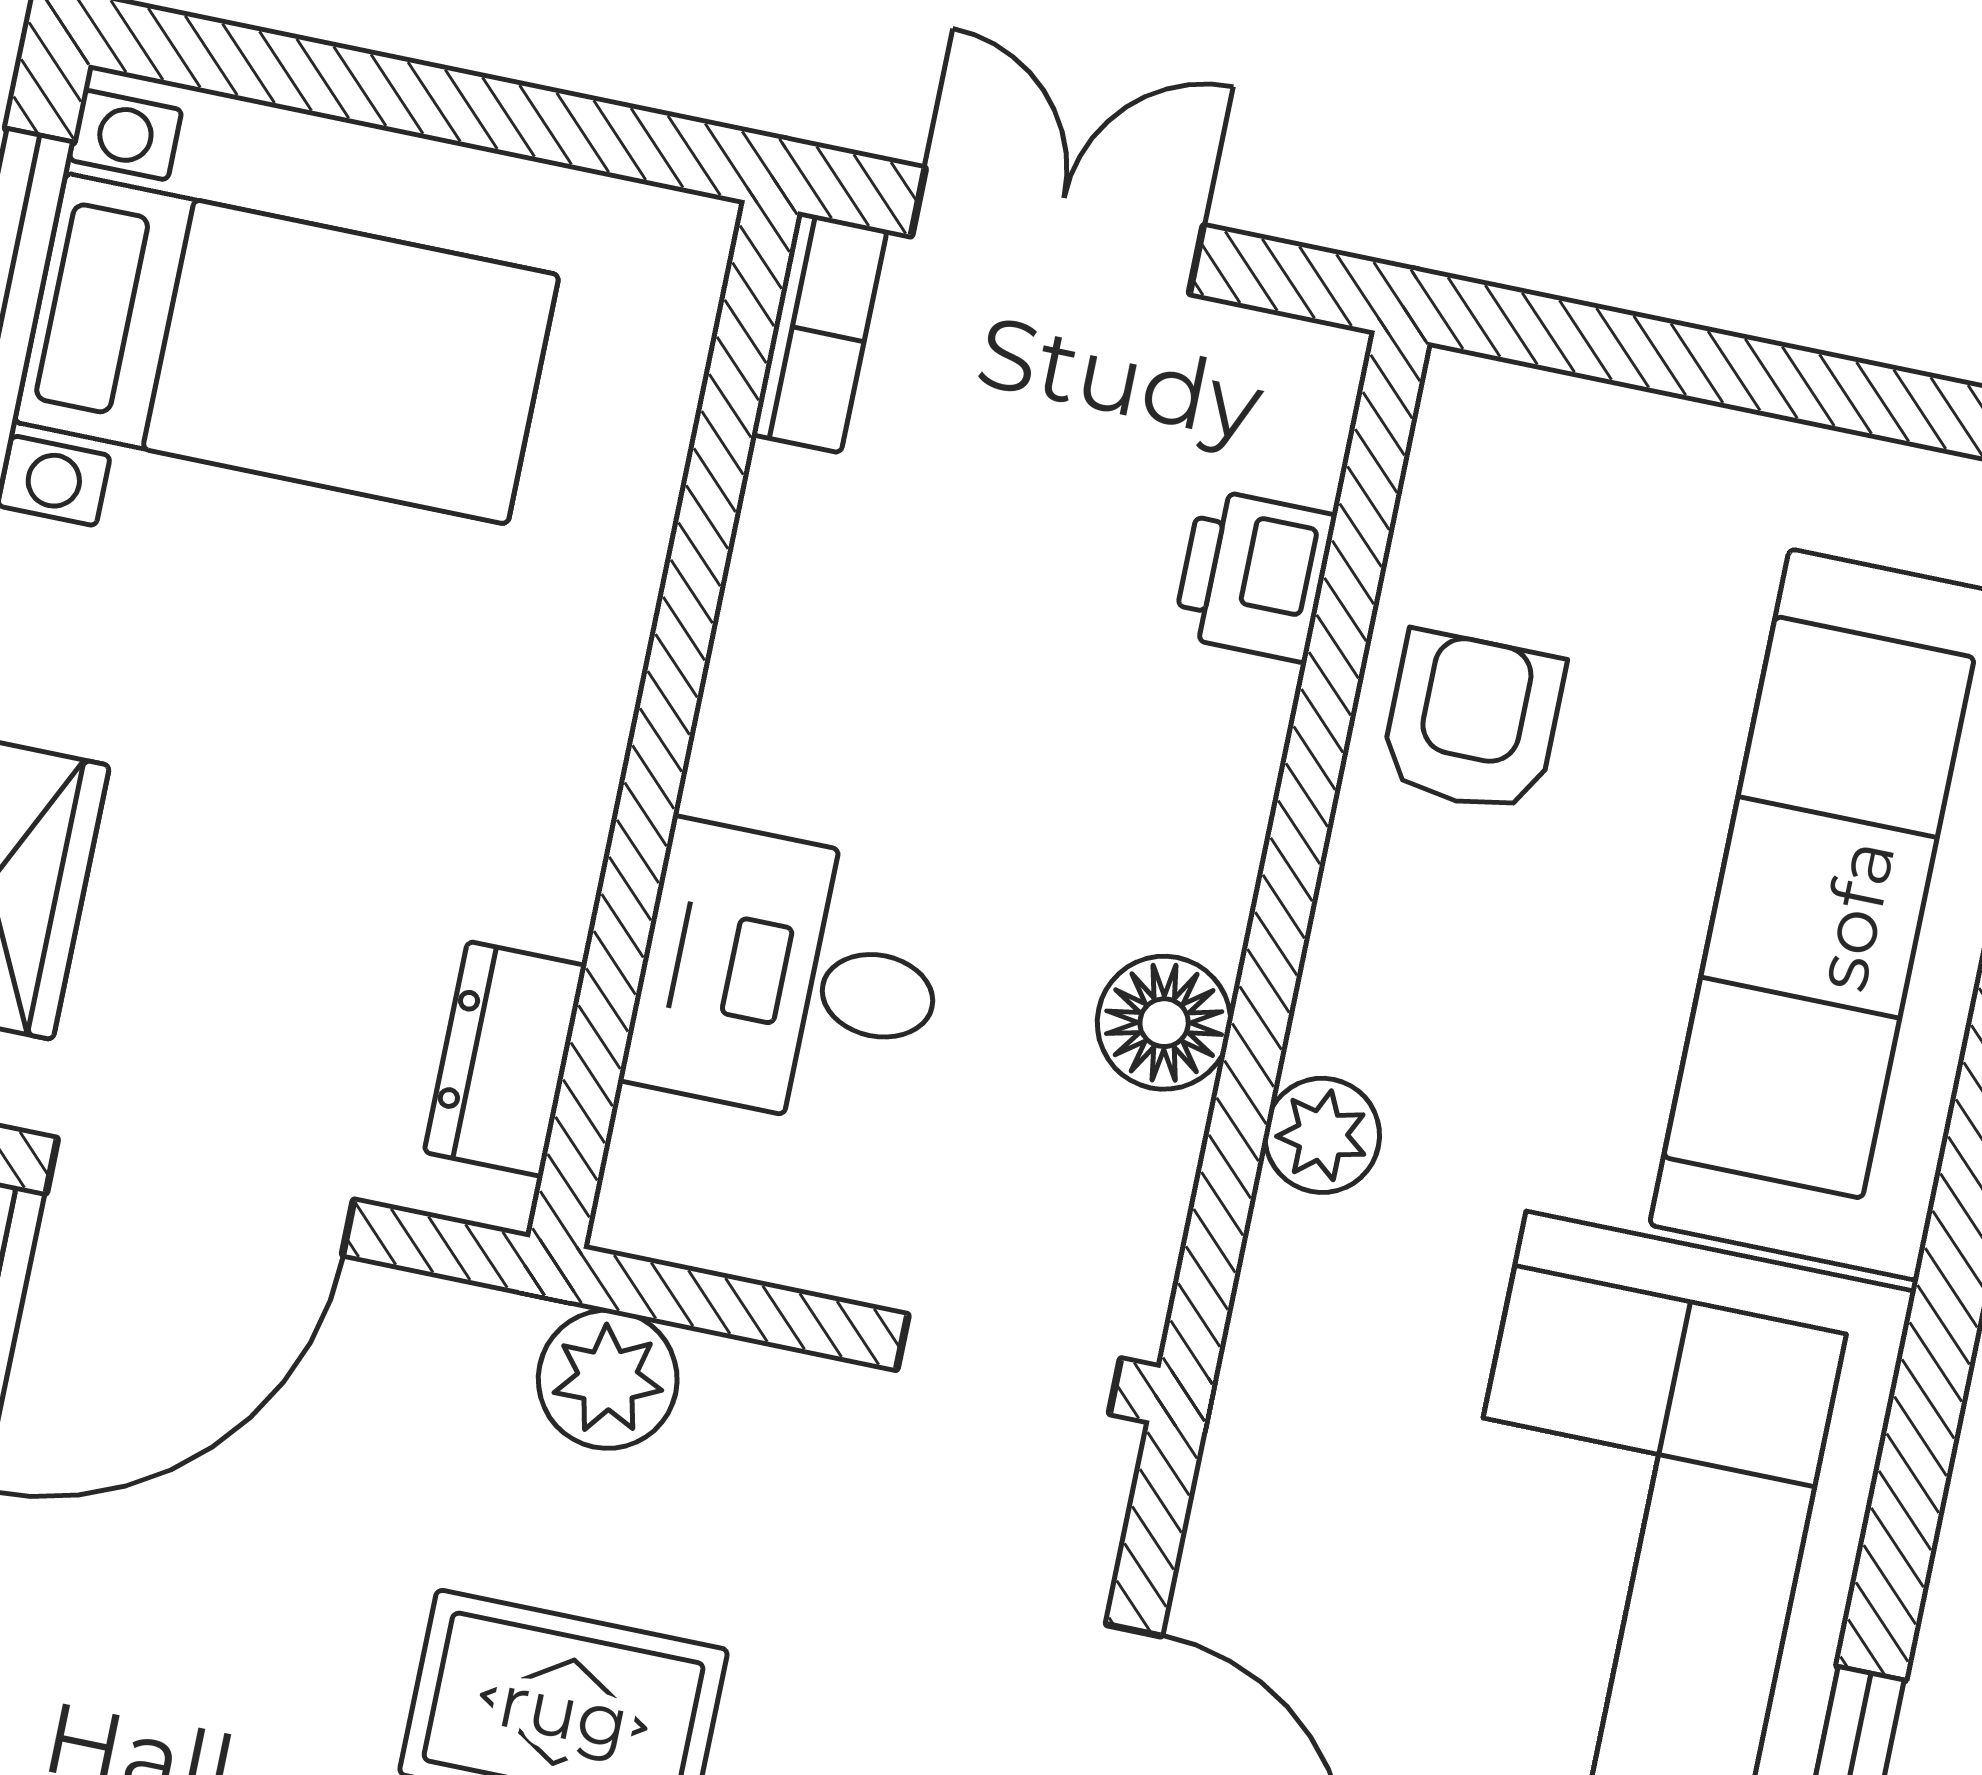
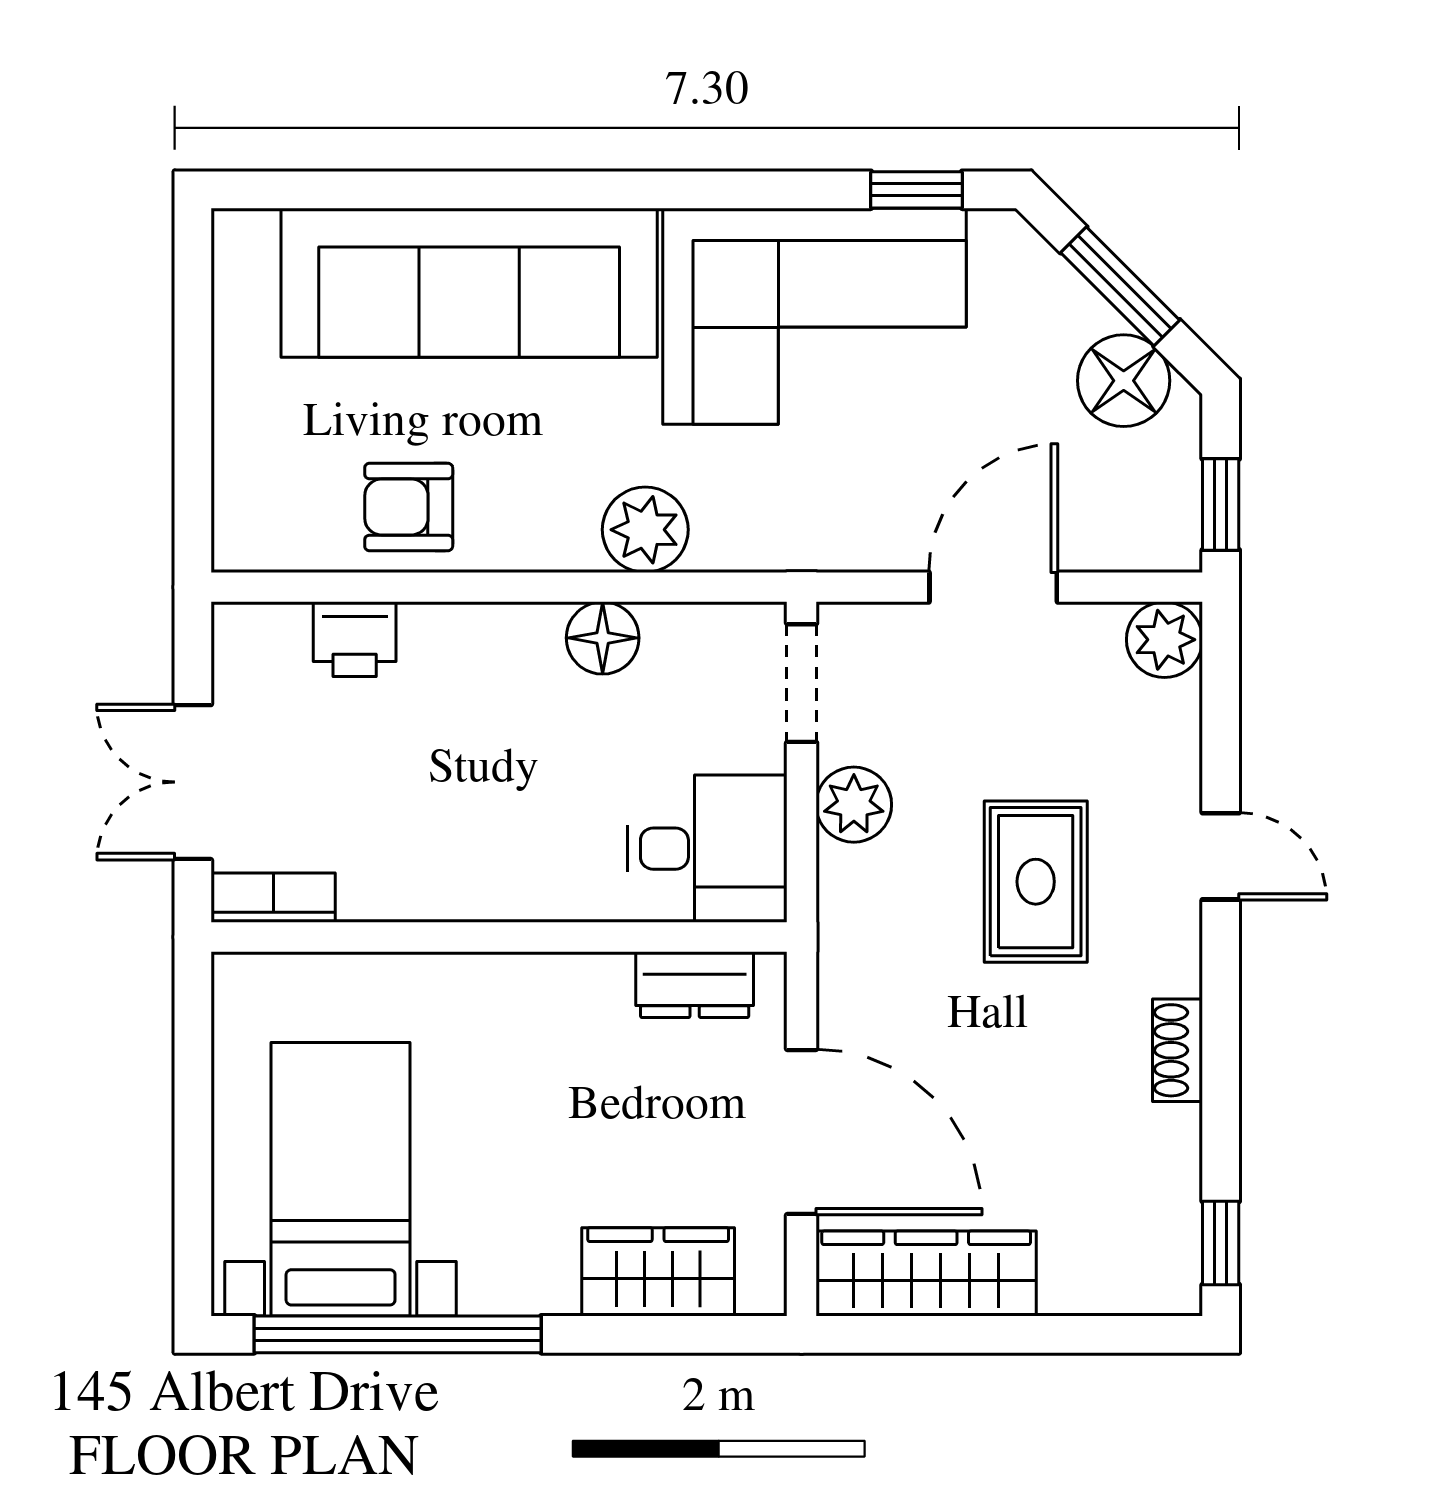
desk: (789, 977) -> (707, 849), moved, turned -90
plant: (1322, 1135) -> (645, 530), width x1.38, depth x1.38
plant: (608, 1379) -> (854, 805), moved

